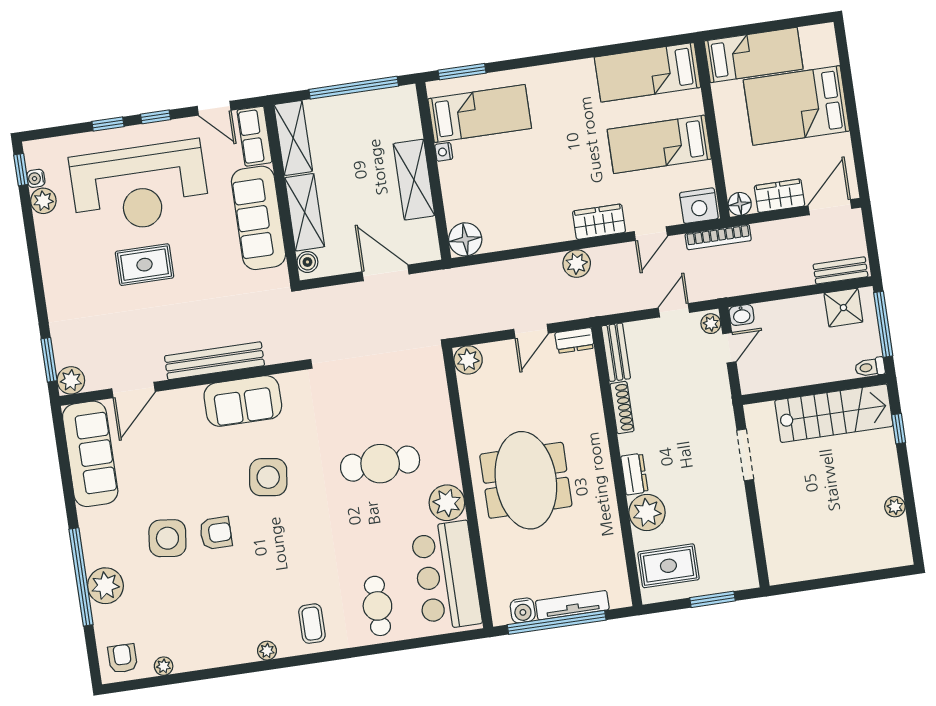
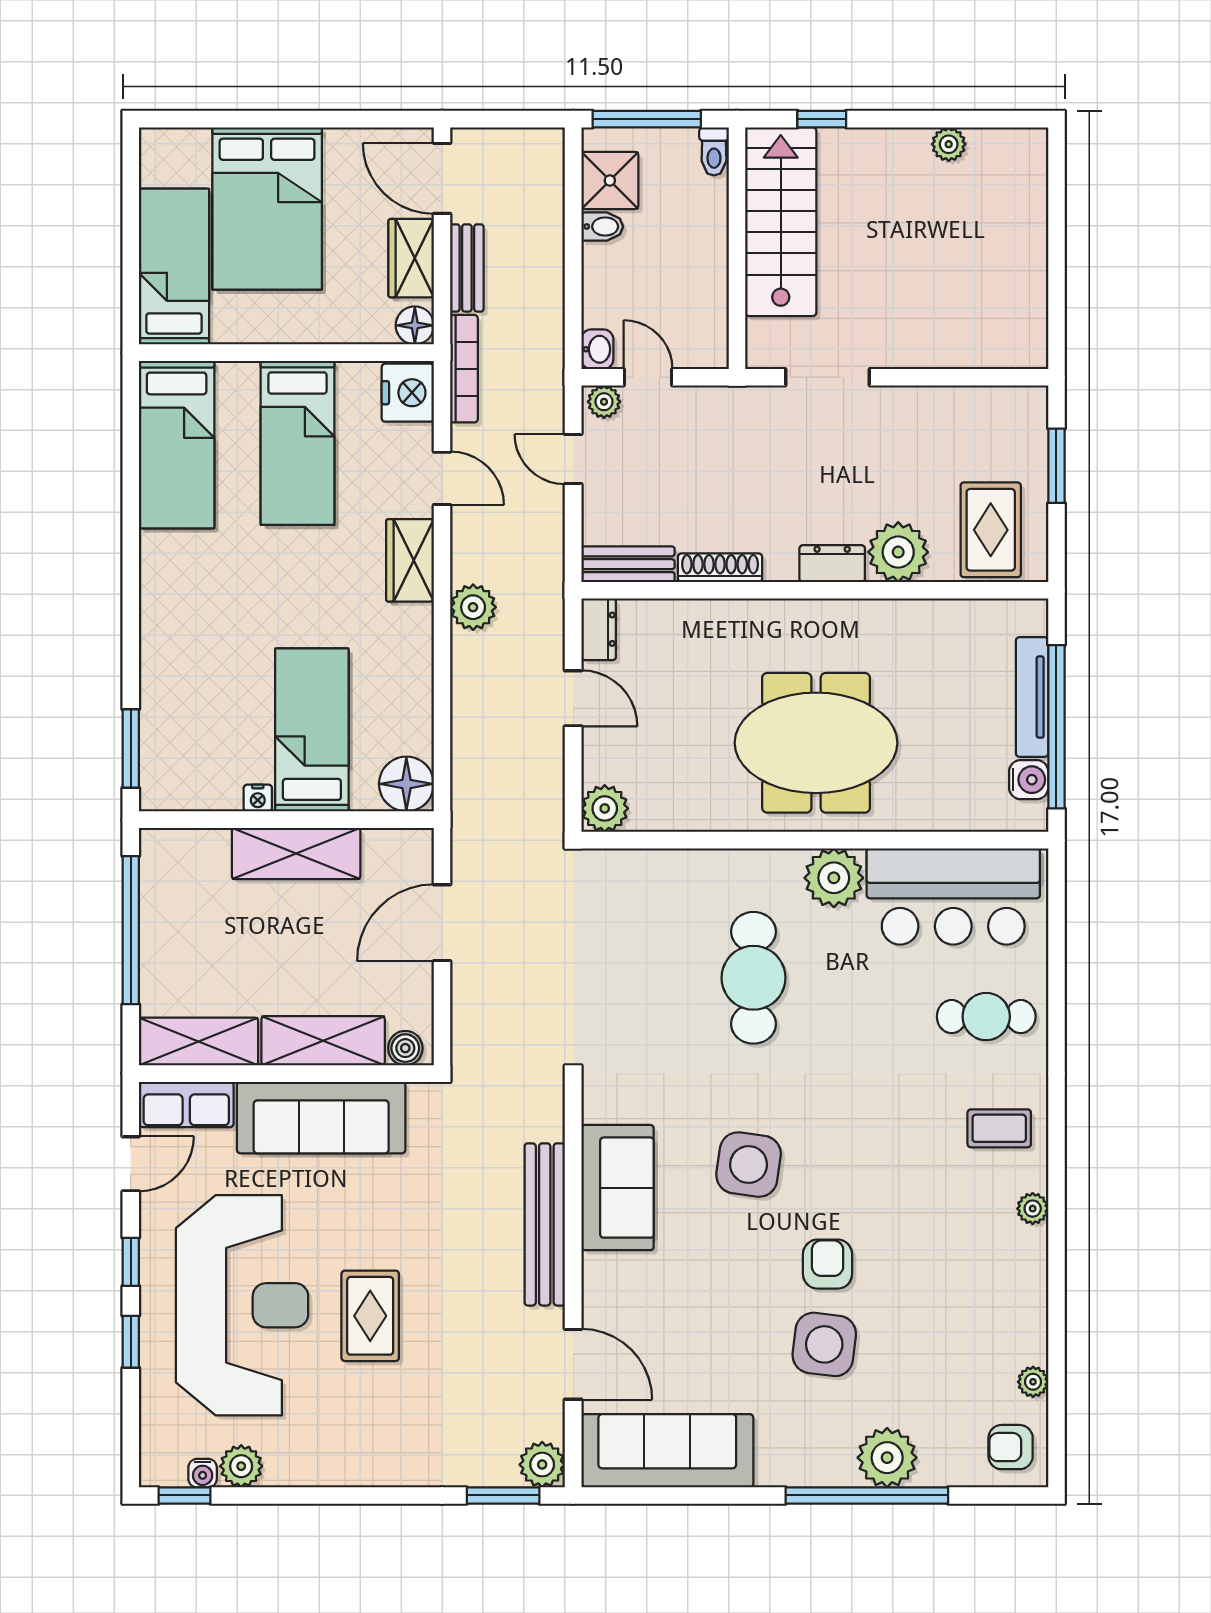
bed: (480, 114) -> (312, 730), moved
bench: (841, 270) -> (467, 268), moved
bidet: (815, 307) -> (602, 227), added

